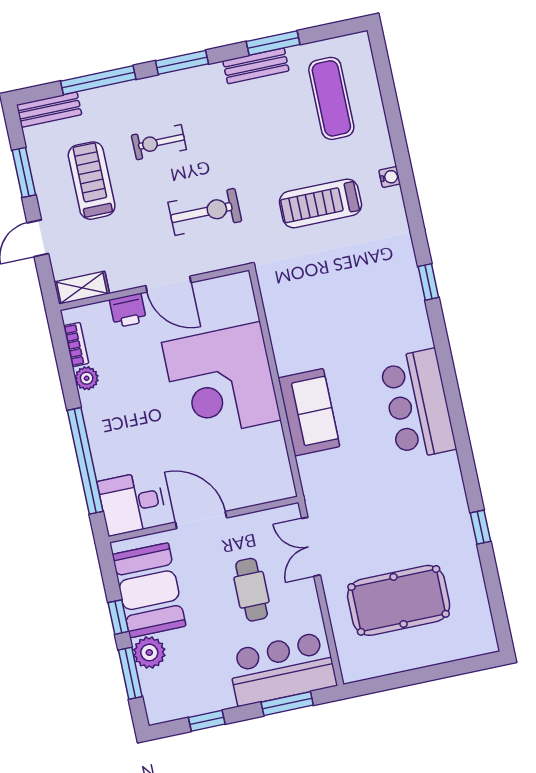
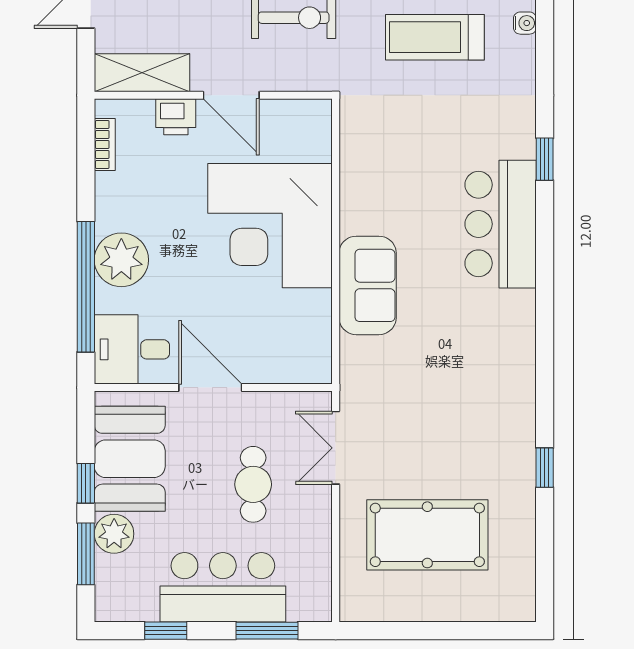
shelving: (82, 288) -> (142, 73), width x1.50, depth x1.33
plant: (87, 378) -> (121, 260), moved, width x1.87, depth x1.87
bar counter: (418, 404) -> (501, 224), moved
bar counter: (282, 669) -> (223, 587), moved

